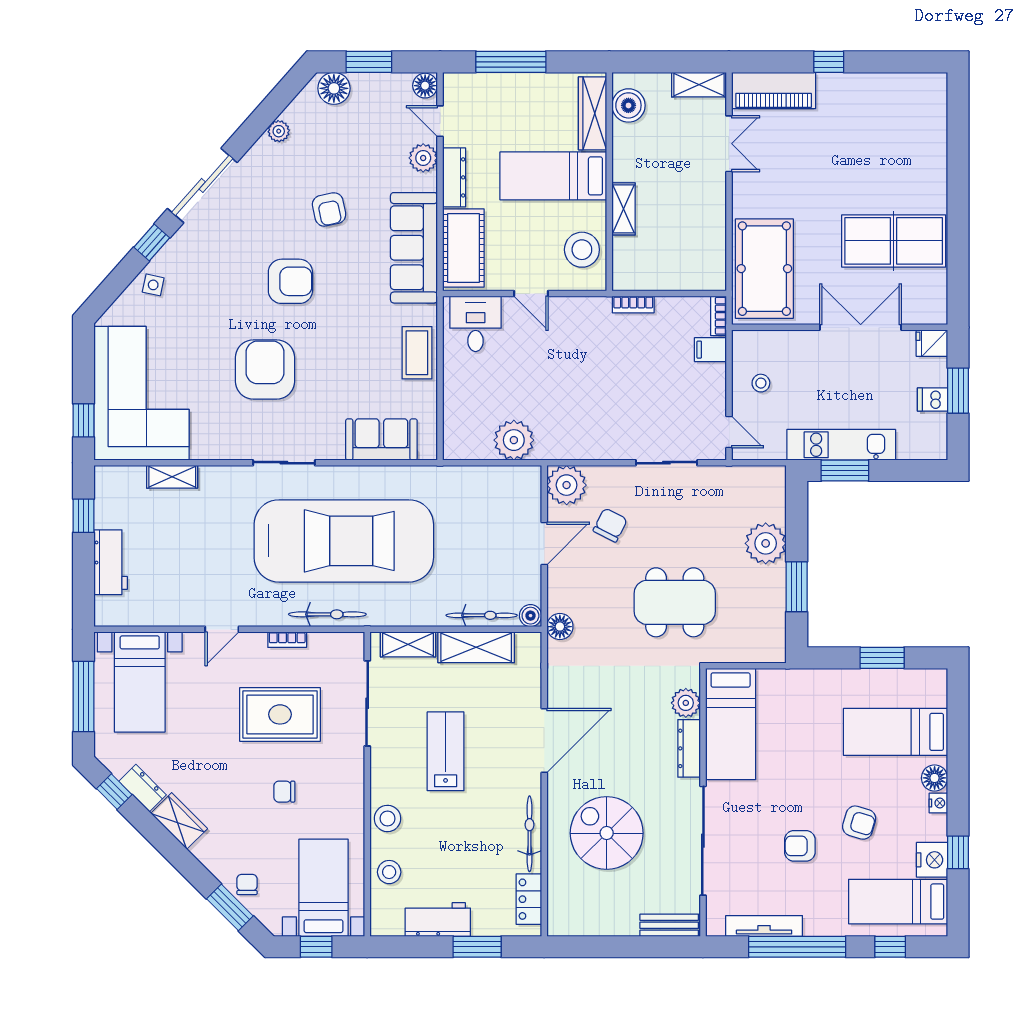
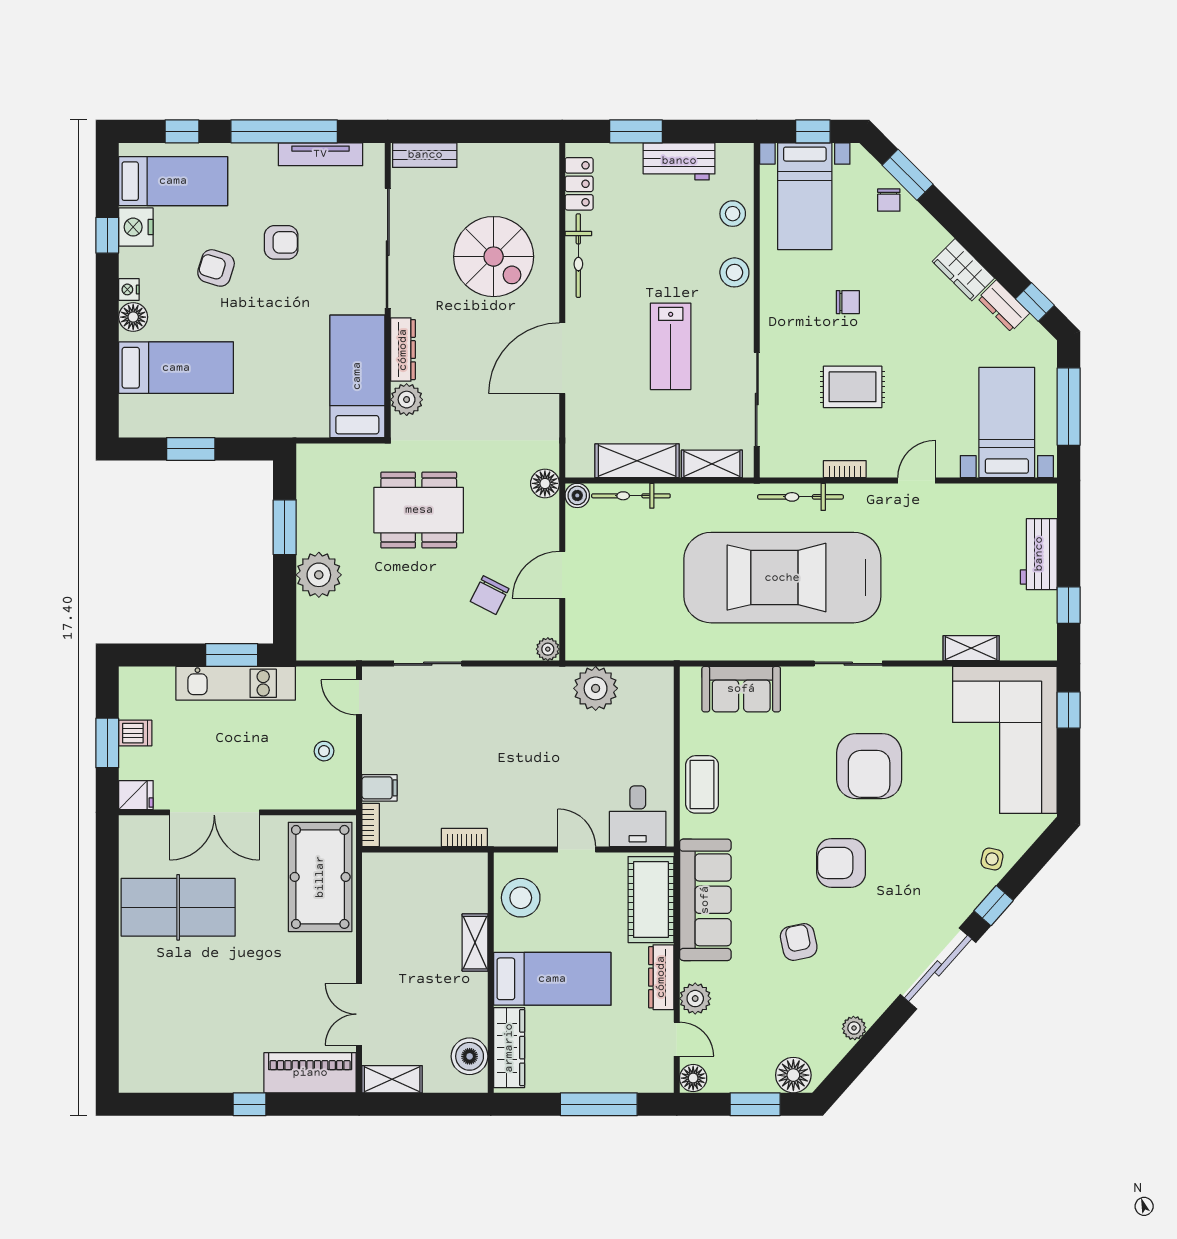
plant: (567, 485) -> (548, 649), width x0.53, depth x0.53
rug: (280, 714) -> (853, 387), width x0.73, depth x0.70

